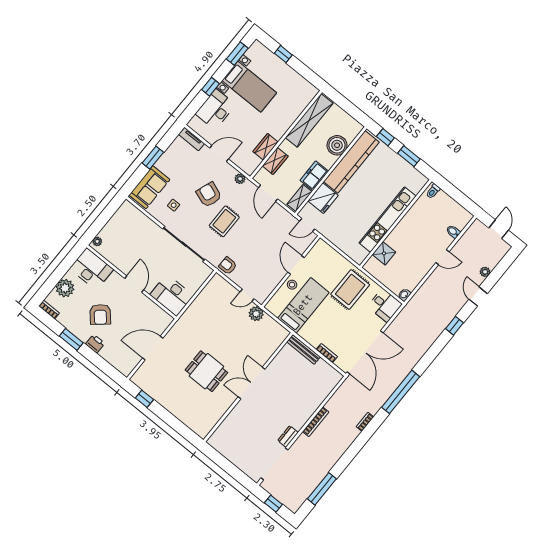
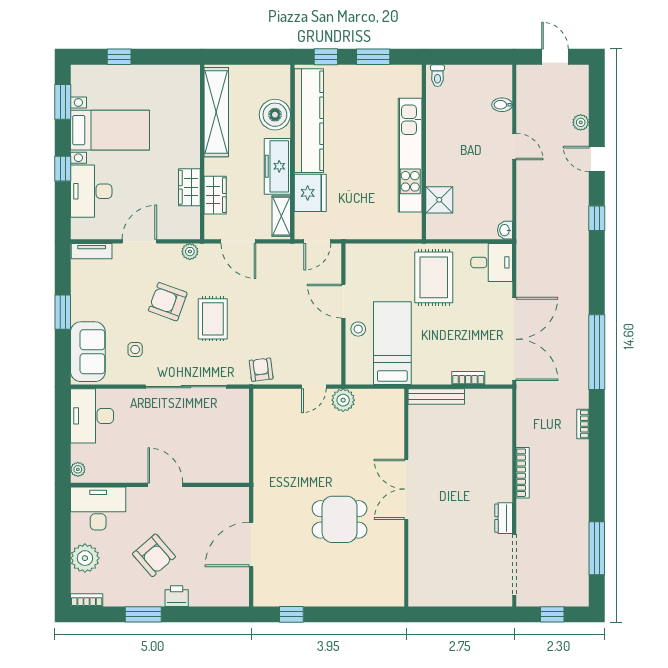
freezer: (314, 176) -> (277, 166), width x1.40
door: (442, 257) -> (514, 147), hinge flipped
armchair: (228, 266) -> (261, 370), turned 83
desk: (172, 295) -> (92, 416), moved, turned 90

